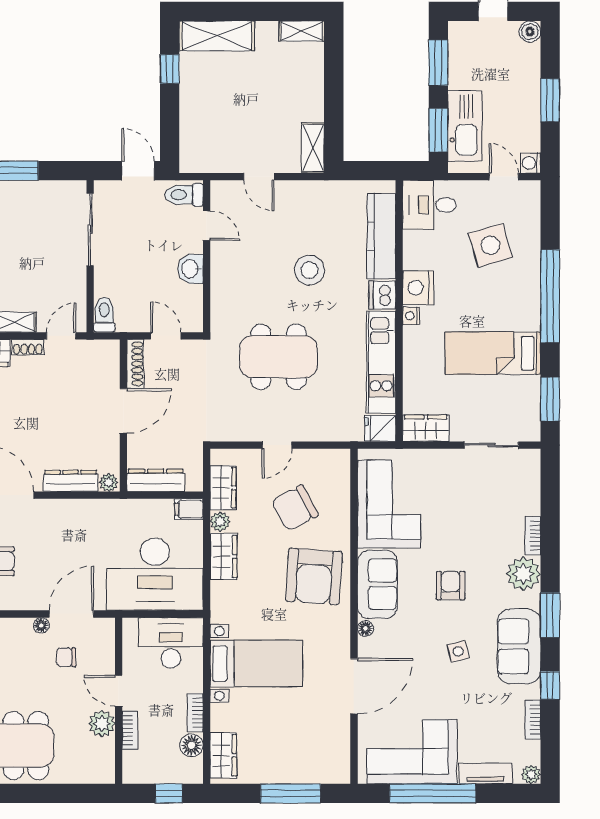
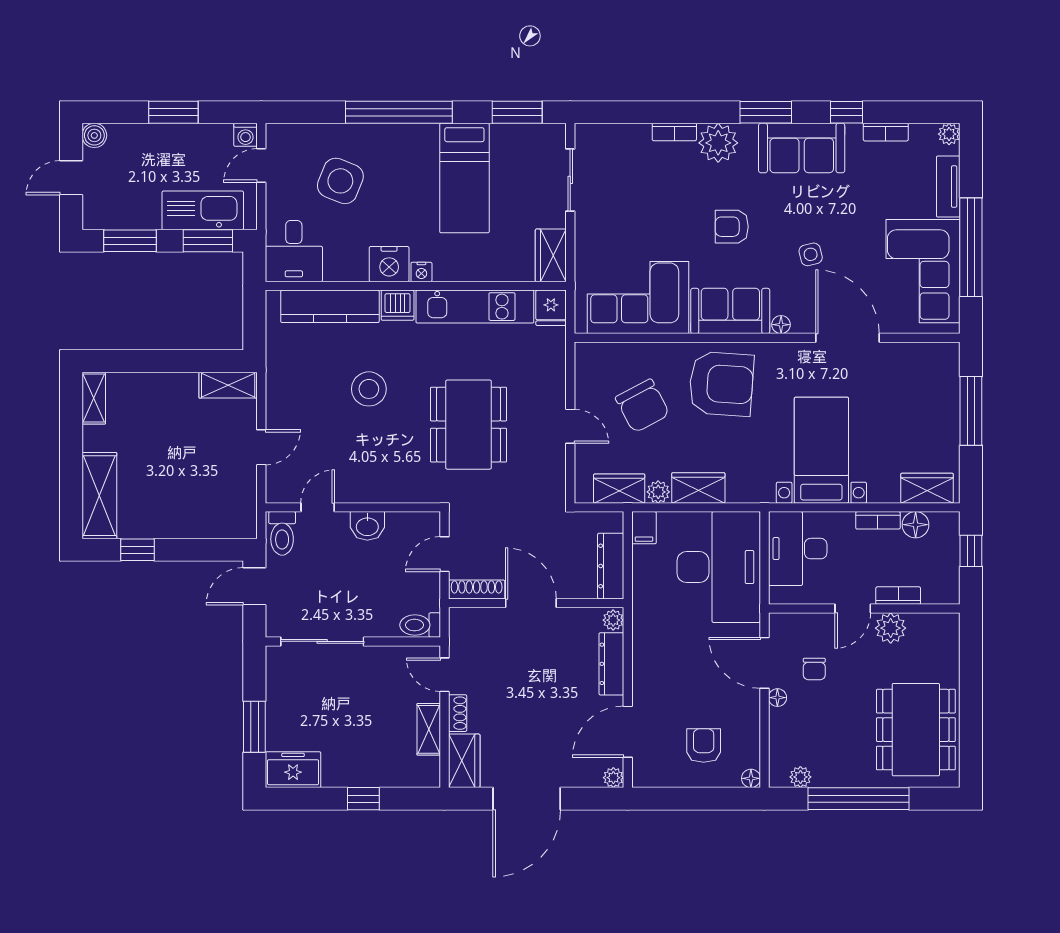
side table: (490, 245) -> (340, 181), turned 38
side table: (458, 651) -> (811, 254), moved

